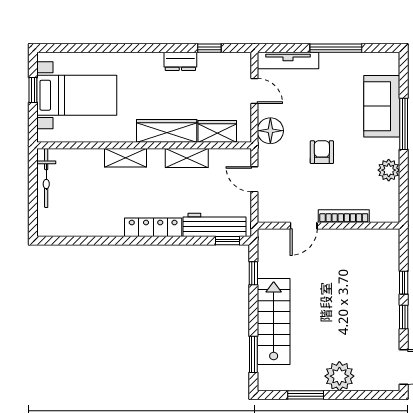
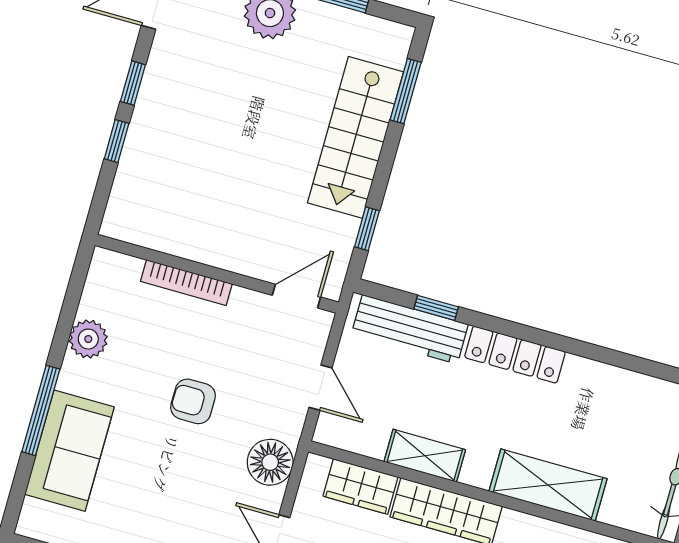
armchair: (322, 152) -> (193, 401), turned 90
shelving: (125, 158) -> (548, 485), width x1.50, depth x1.33
door: (304, 226) -> (296, 296), moved
window: (227, 241) -> (436, 308), moved

